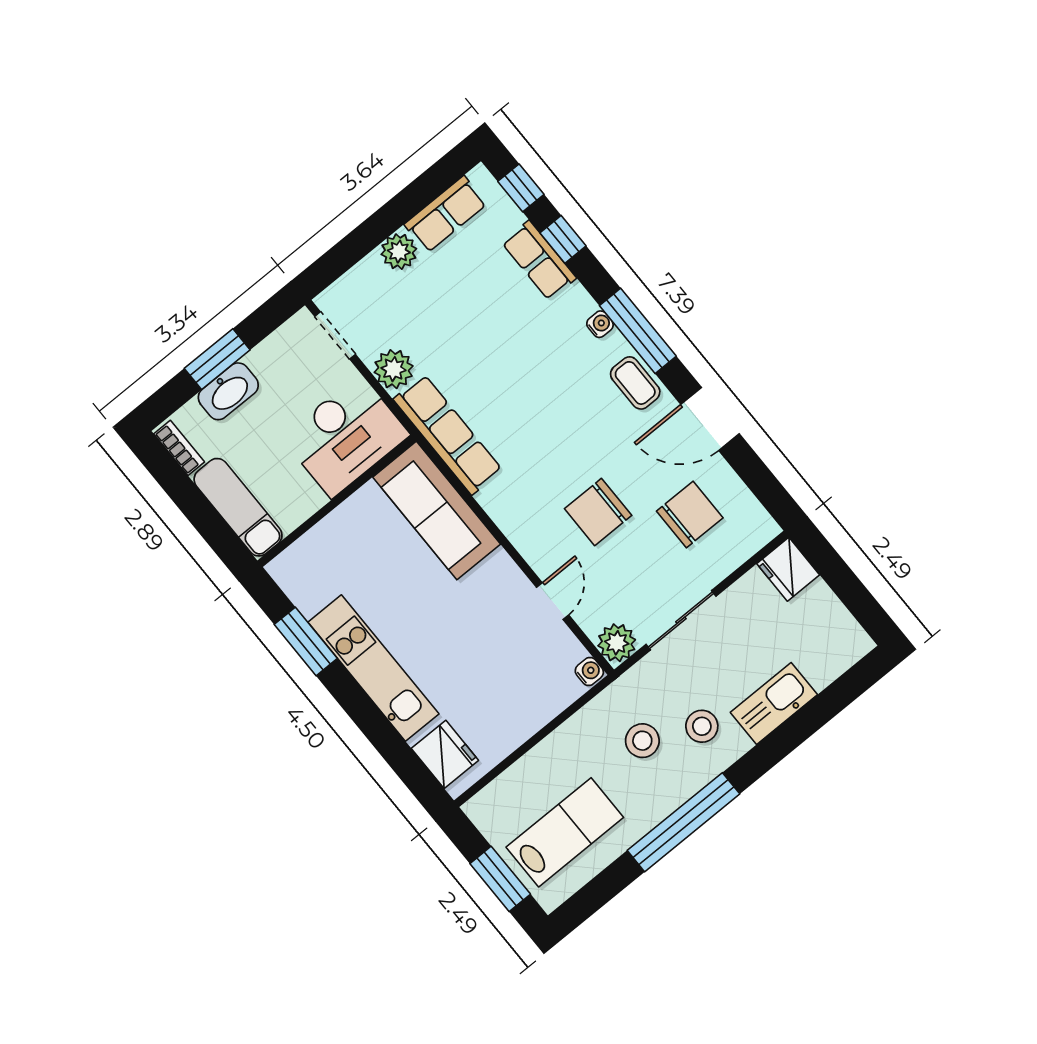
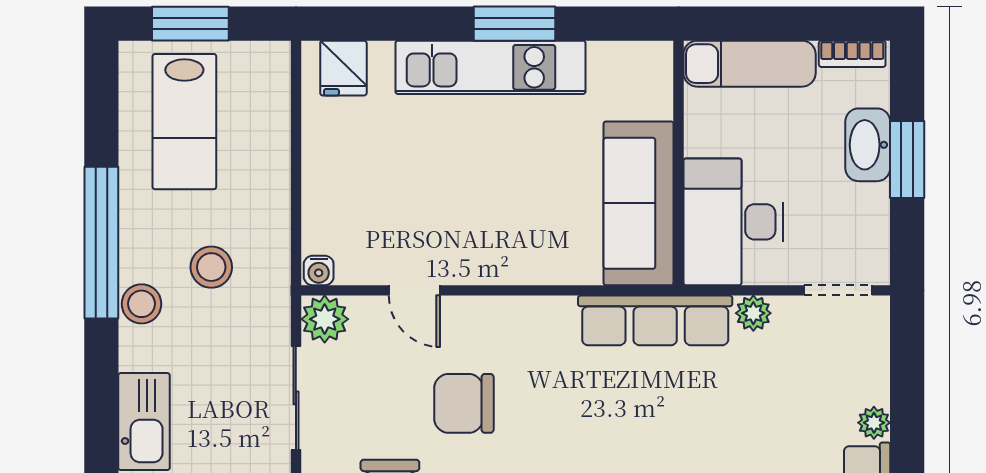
plant: (399, 252) -> (874, 423), width x0.73, depth x0.73
plant: (394, 369) -> (753, 313), width x0.73, depth x0.73
sofa: (437, 511) -> (639, 203), moved, turned -90
chair: (598, 512) -> (464, 403), turned -90
window: (306, 641) -> (515, 24), moved
stool: (702, 726) -> (141, 304), moved
fridge: (445, 754) -> (343, 68), width x0.72

